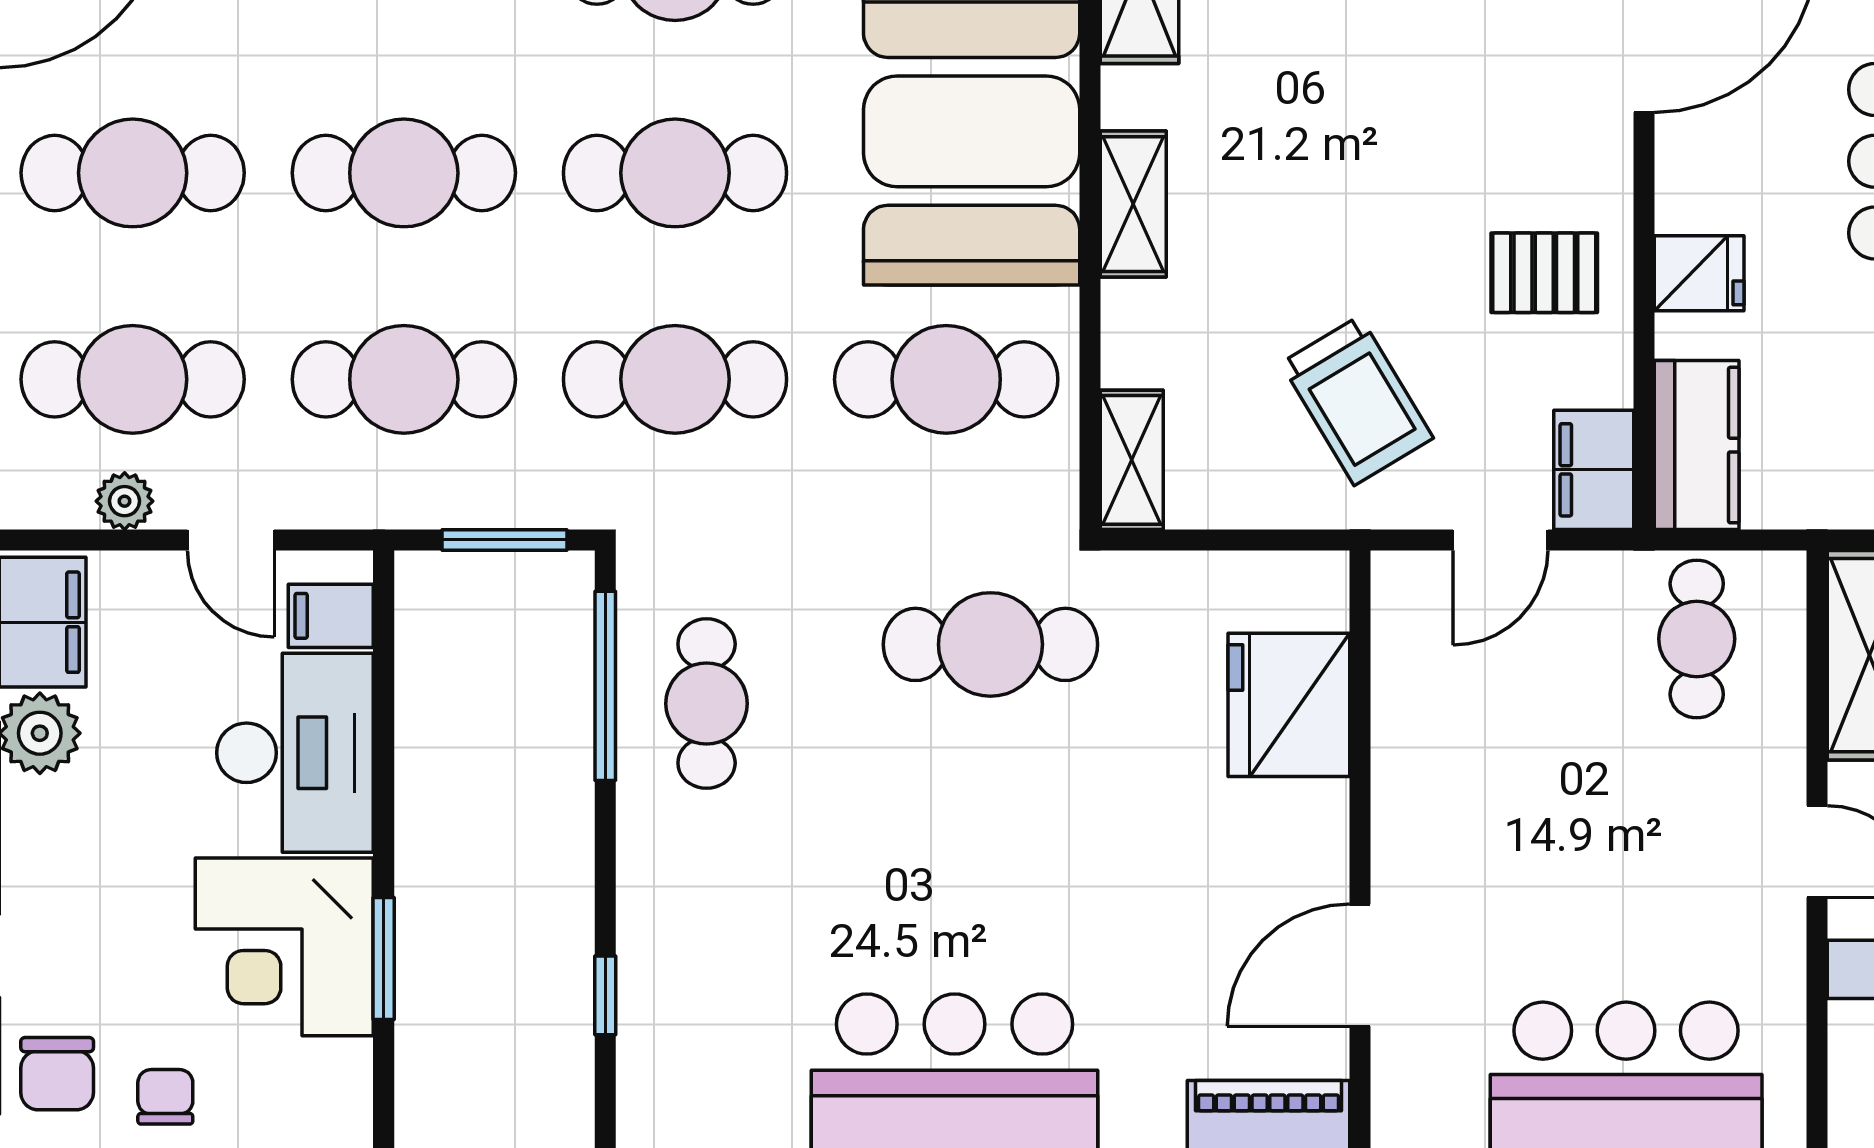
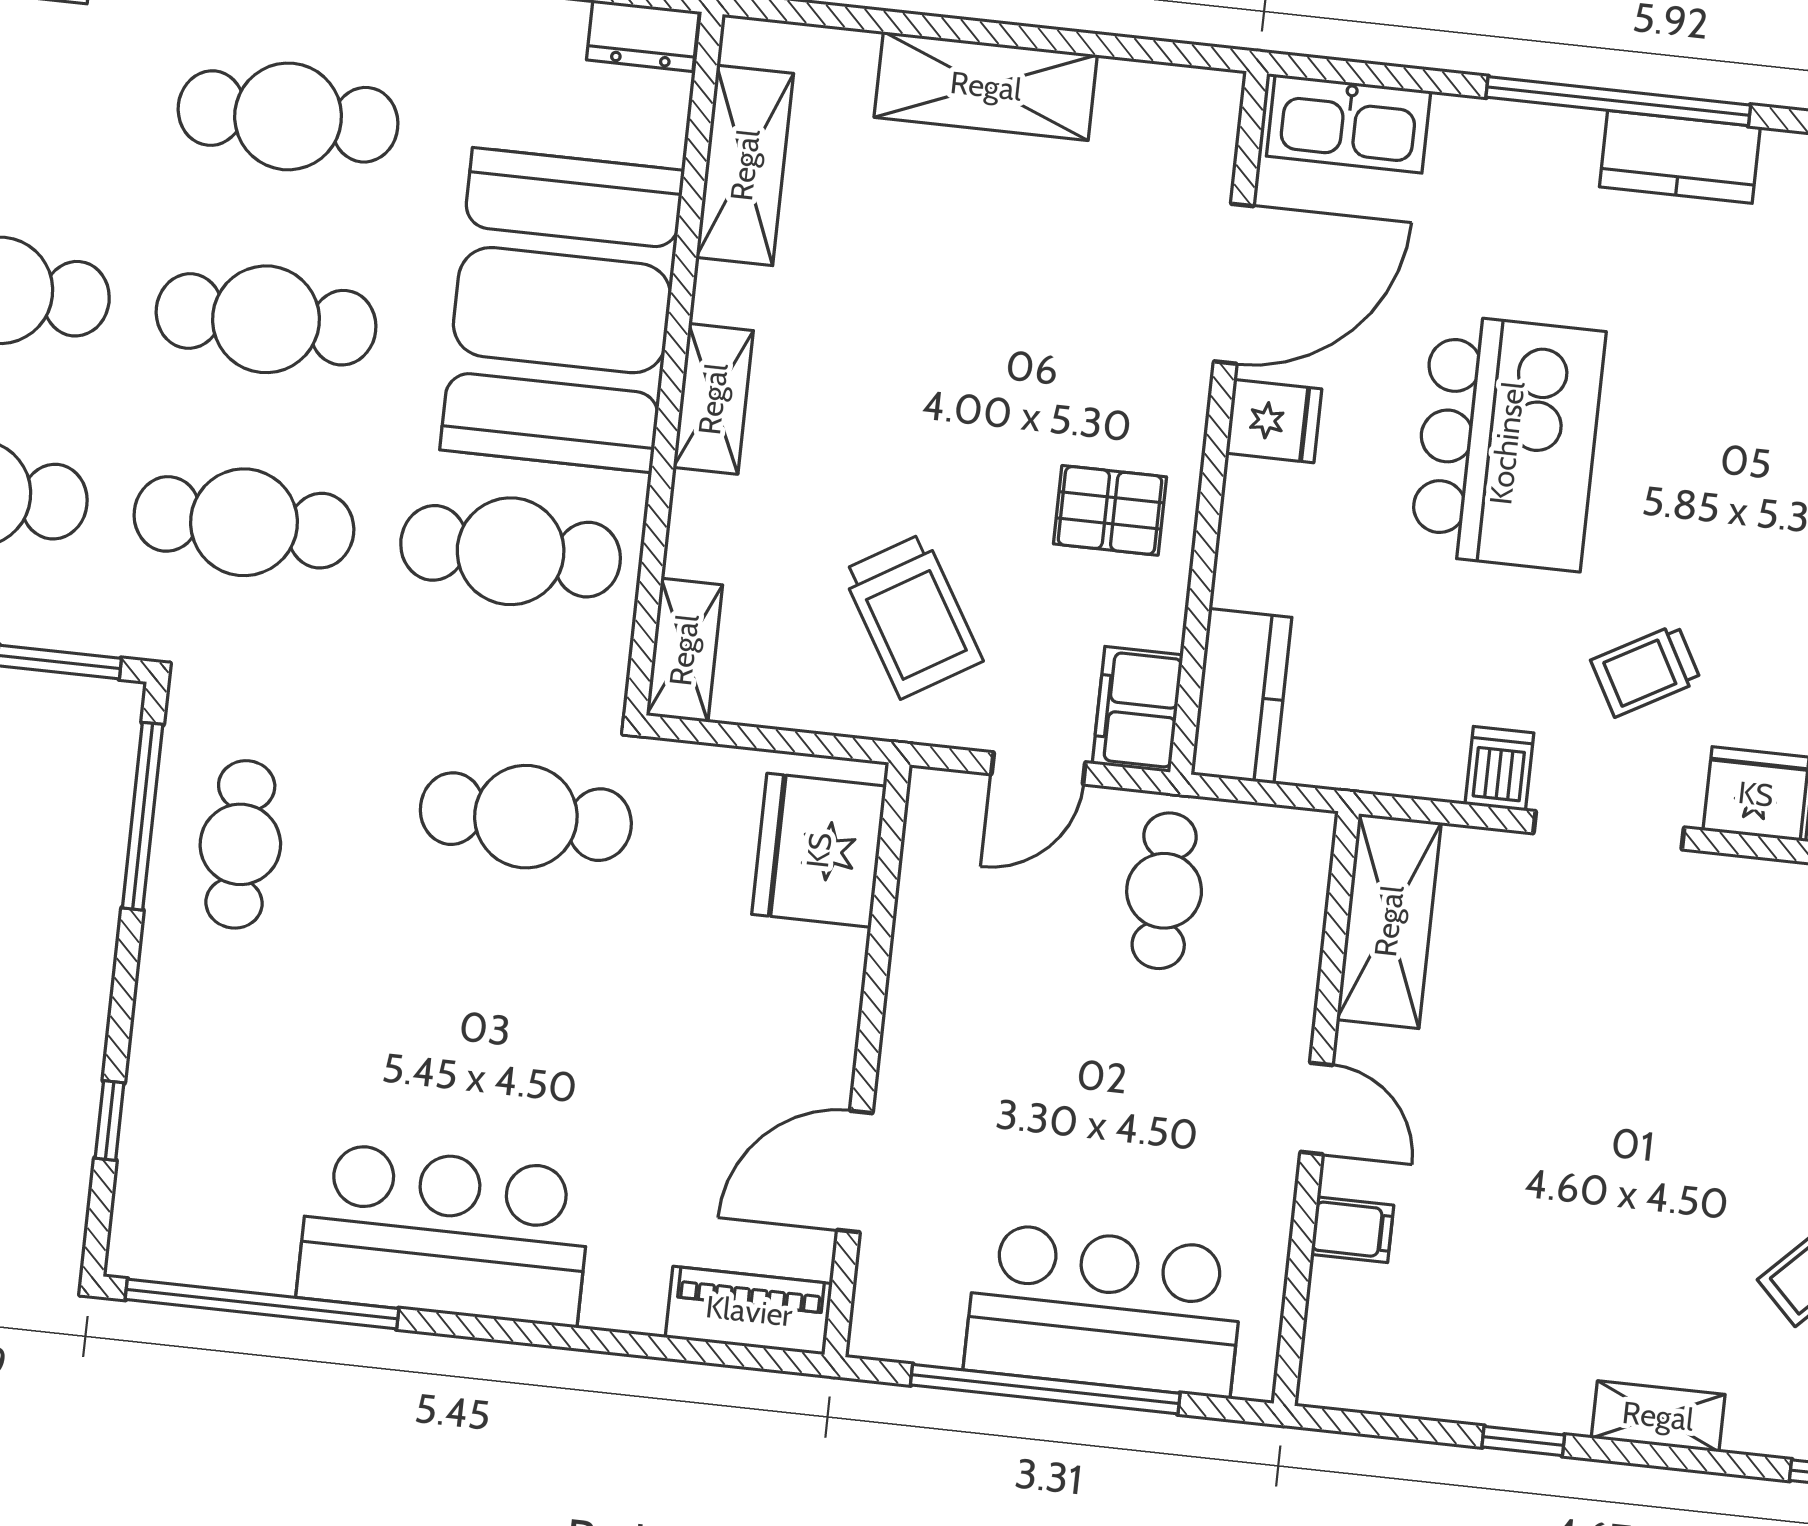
fridge: (1699, 273) -> (1274, 421), moved
cafe table: (1697, 639) -> (1164, 891), moved
fridge: (1289, 705) -> (819, 850), moved

